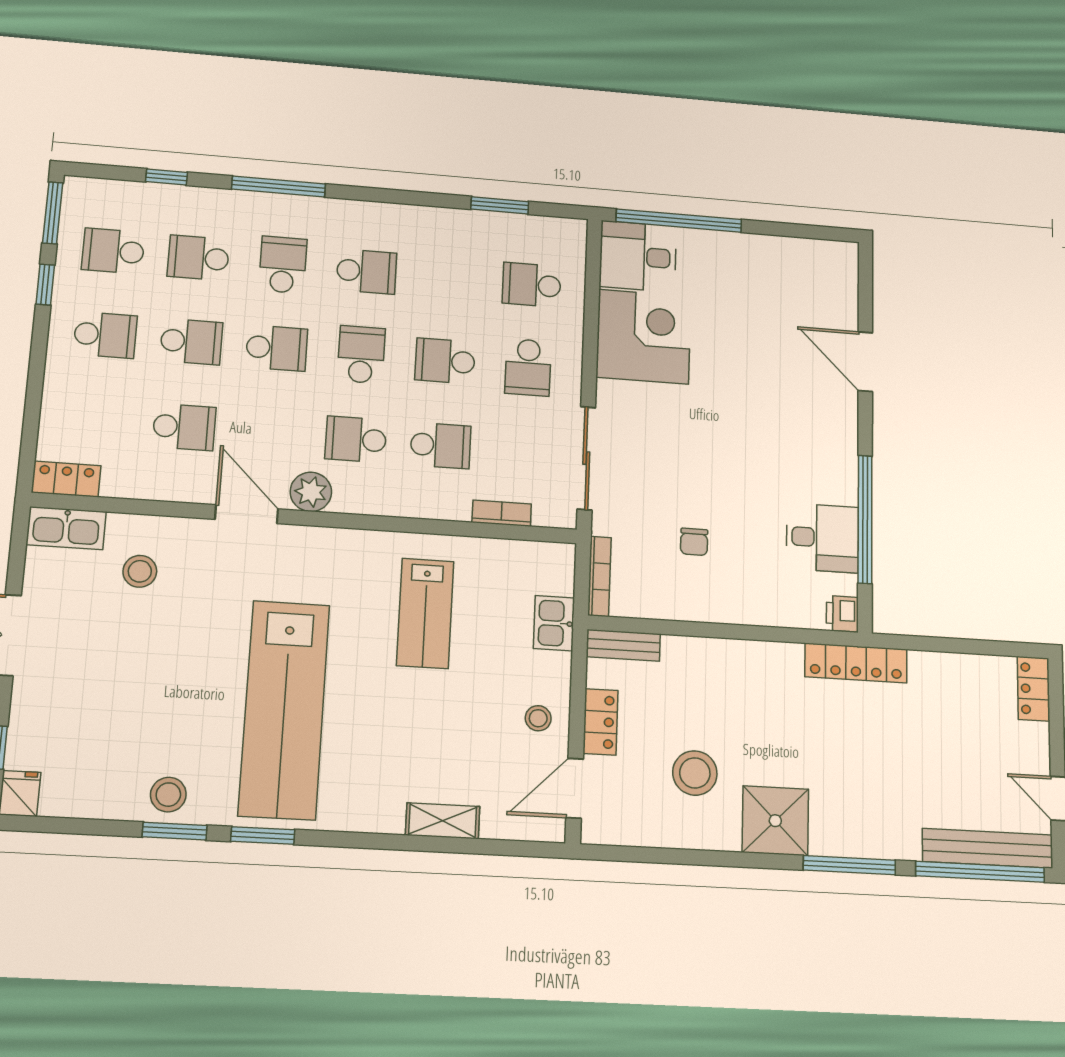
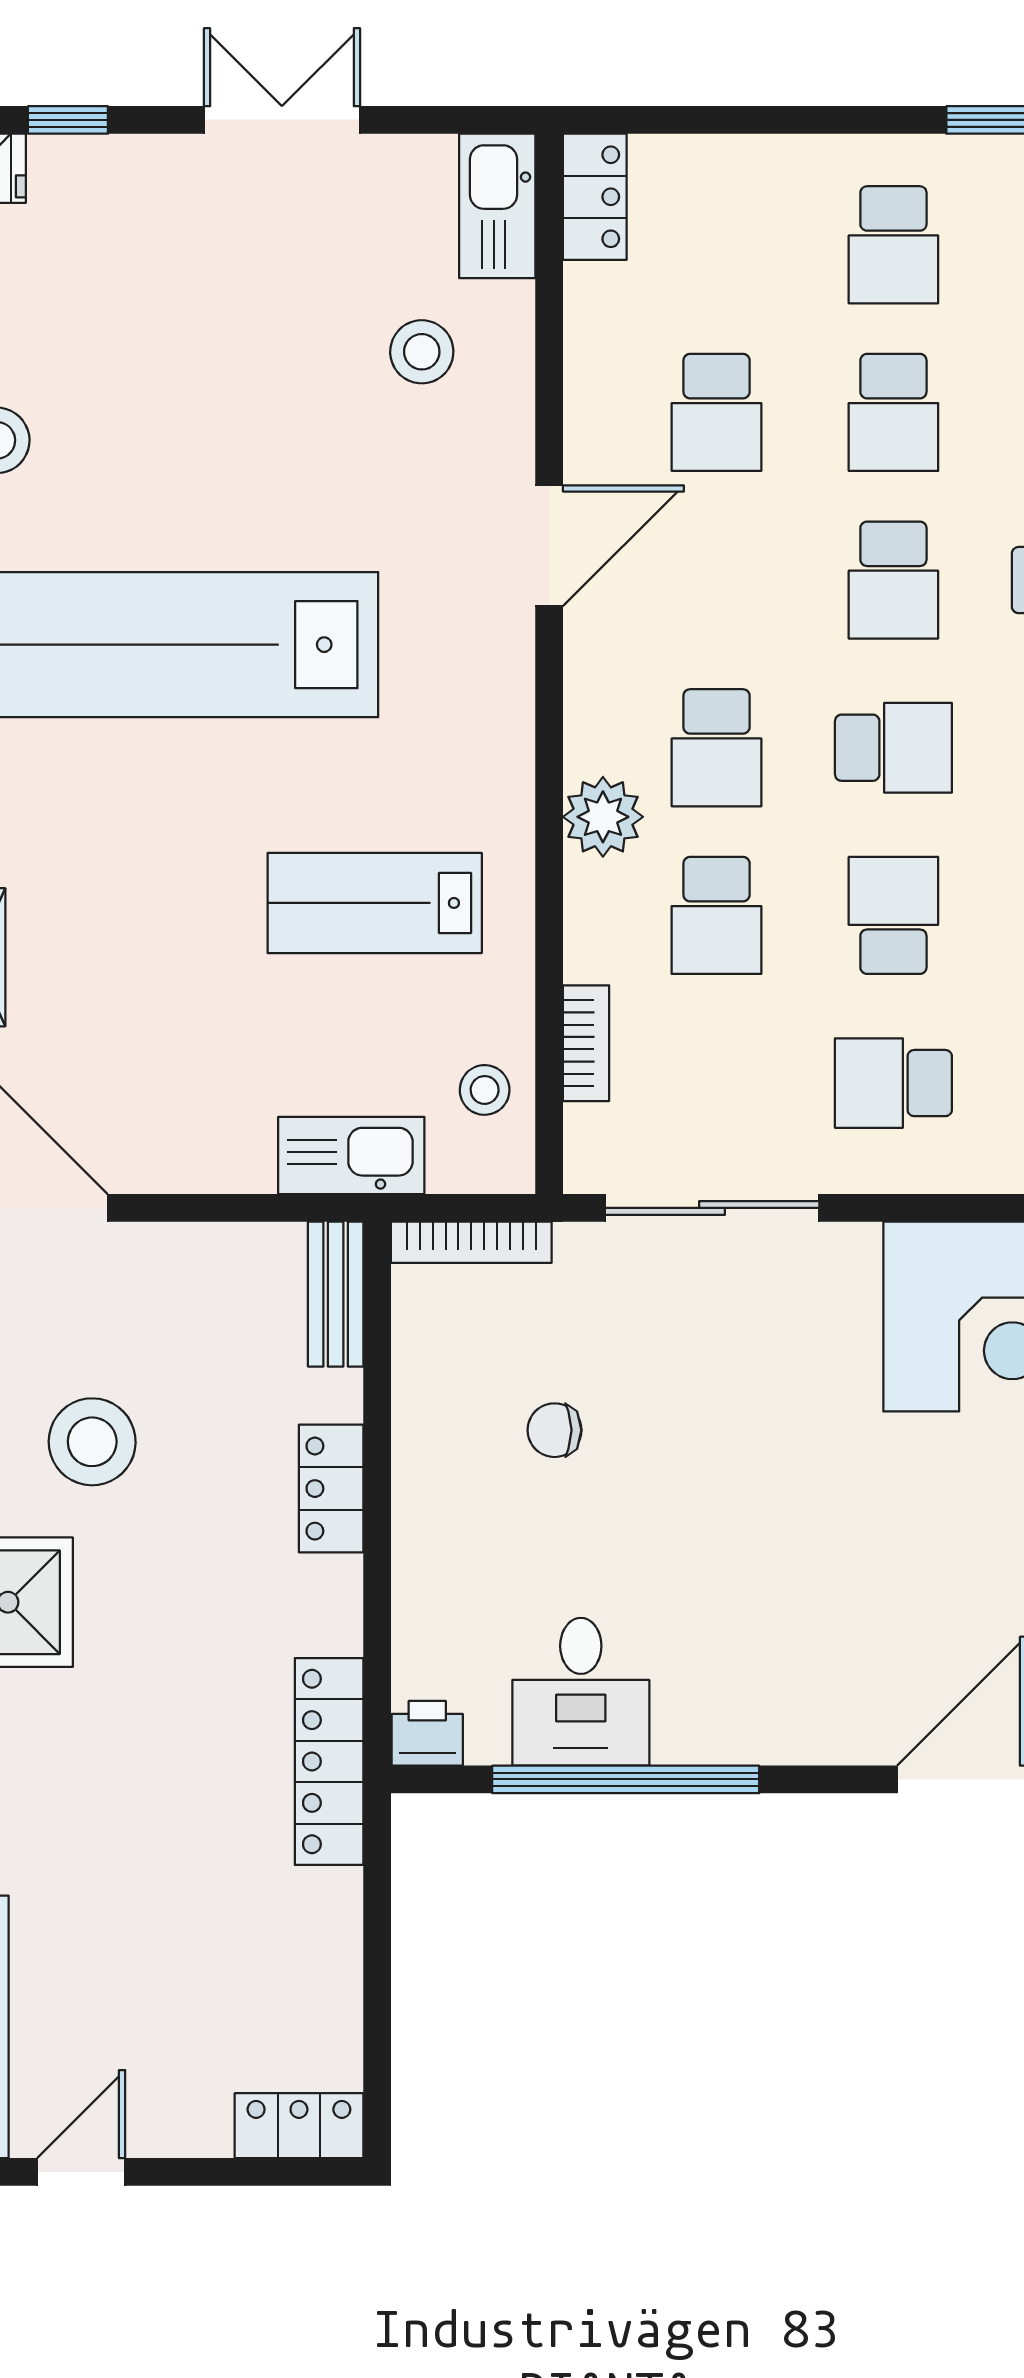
school desk: (356, 439) -> (717, 748), turned 180
plant: (311, 492) -> (603, 817), moved
kitchen sink: (554, 623) -> (351, 1156), width x1.38
stool: (538, 718) -> (485, 1090), moved
locker: (601, 722) -> (331, 1489), moved, turned 90

